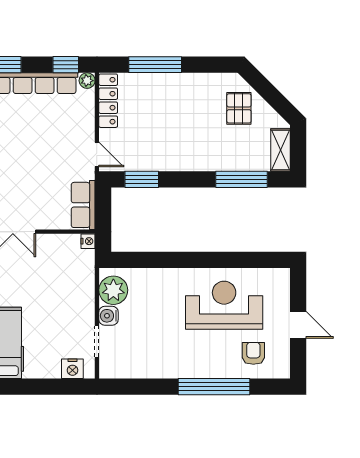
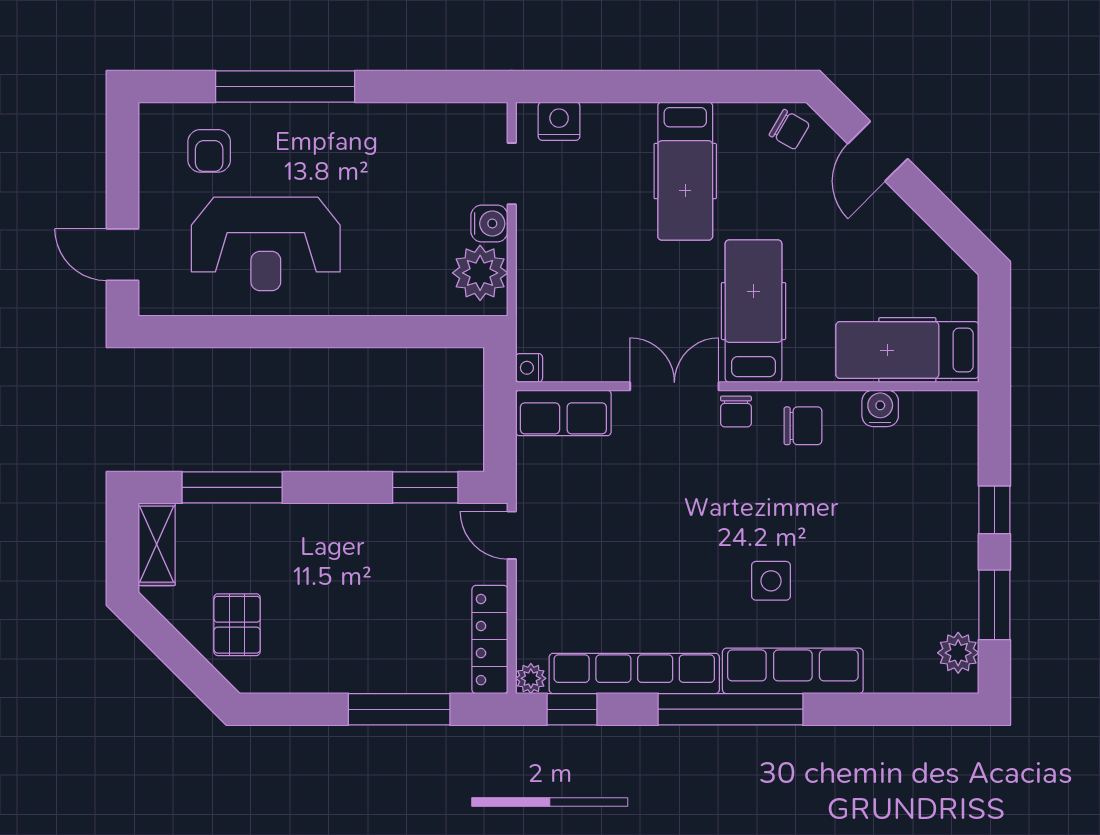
row of seats: (83, 205) -> (563, 413), moved, turned 90
door: (298, 325) -> (122, 255), moved

